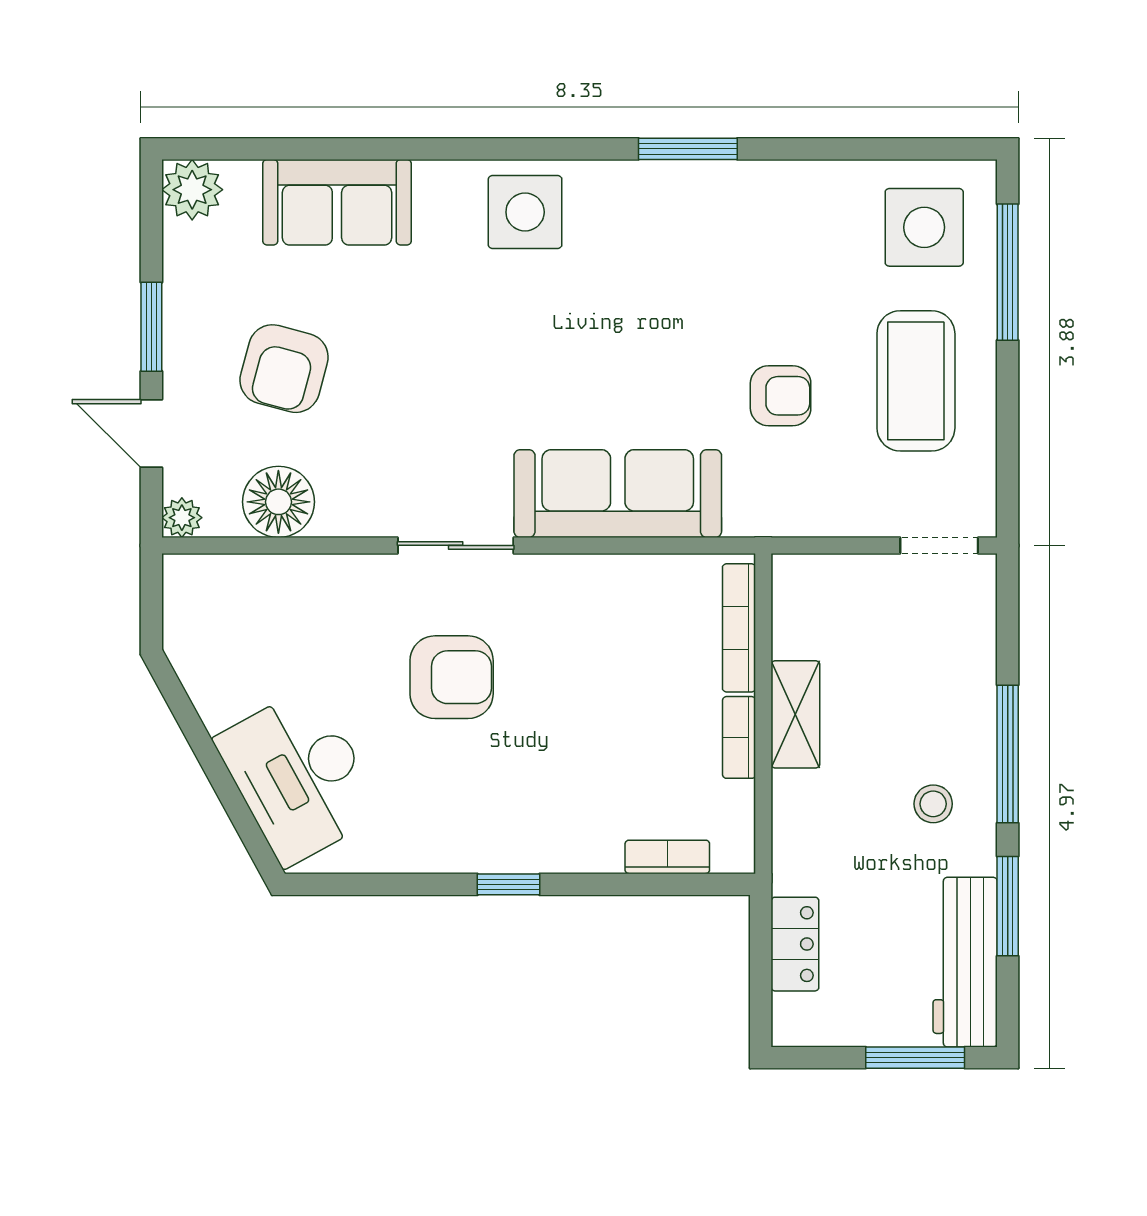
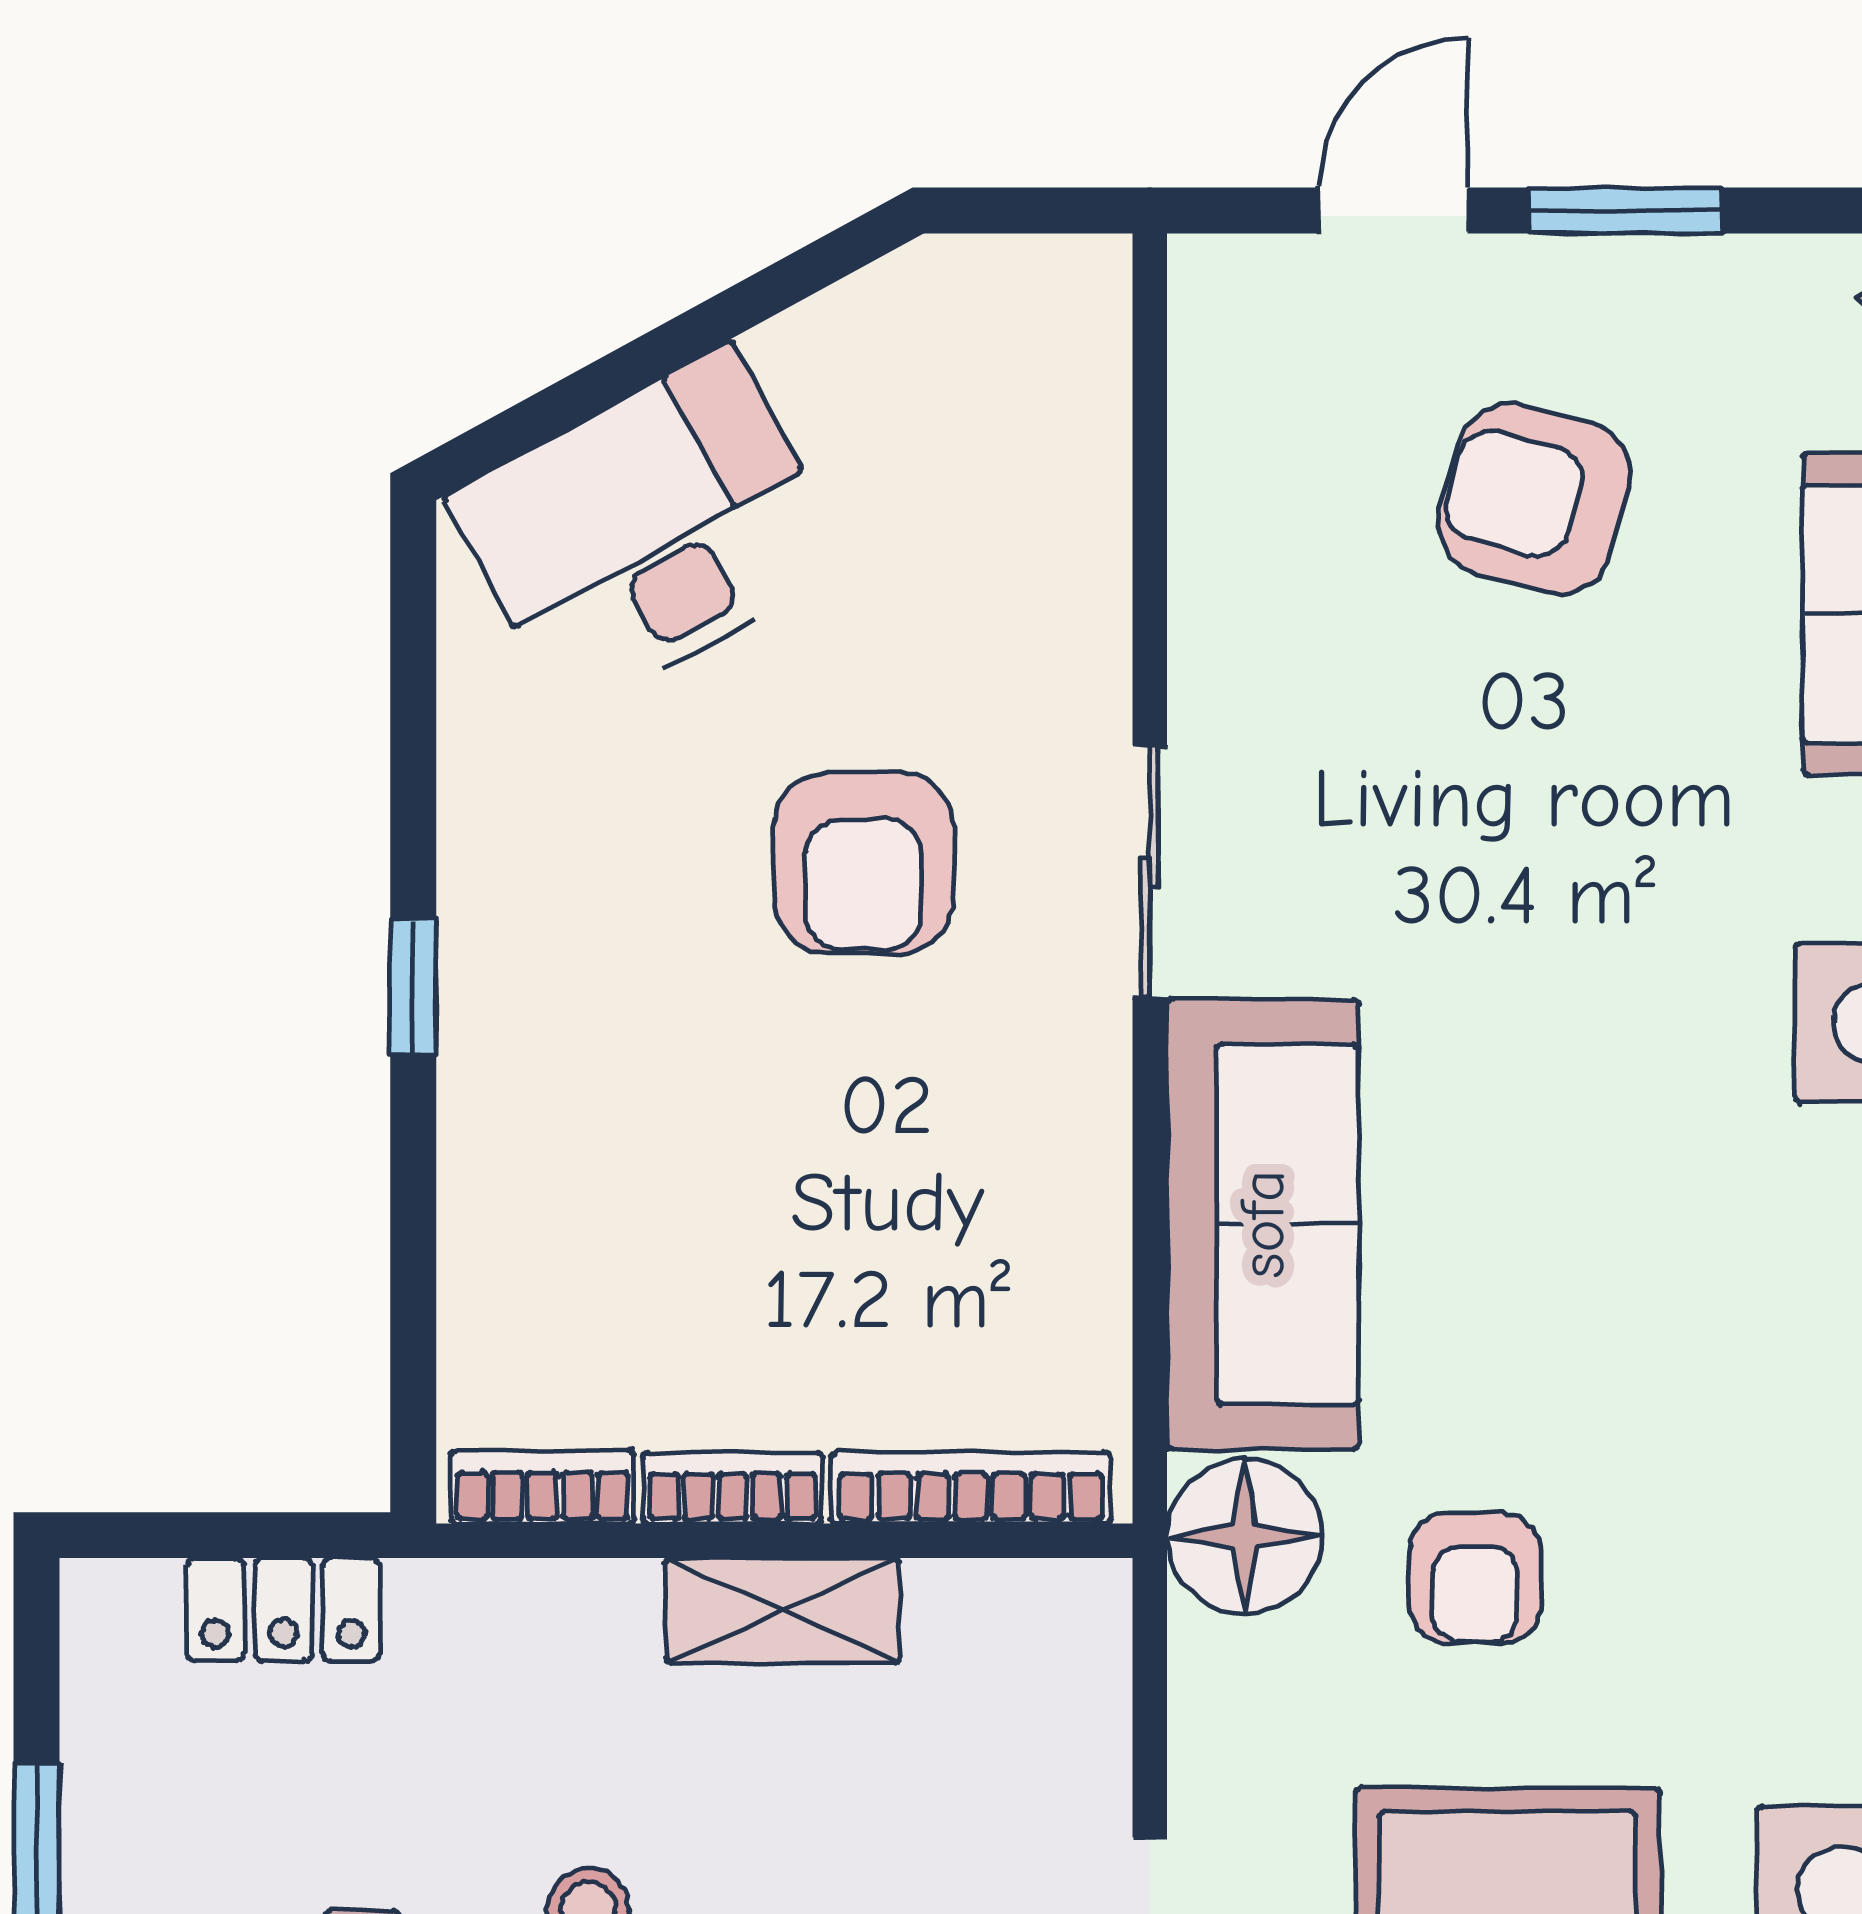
floor lamp: (278, 502) -> (1245, 1536), moved
plant: (182, 518) -> (1210, 277), removed
bookcase: (667, 857) -> (542, 1487), moved, turned -90

